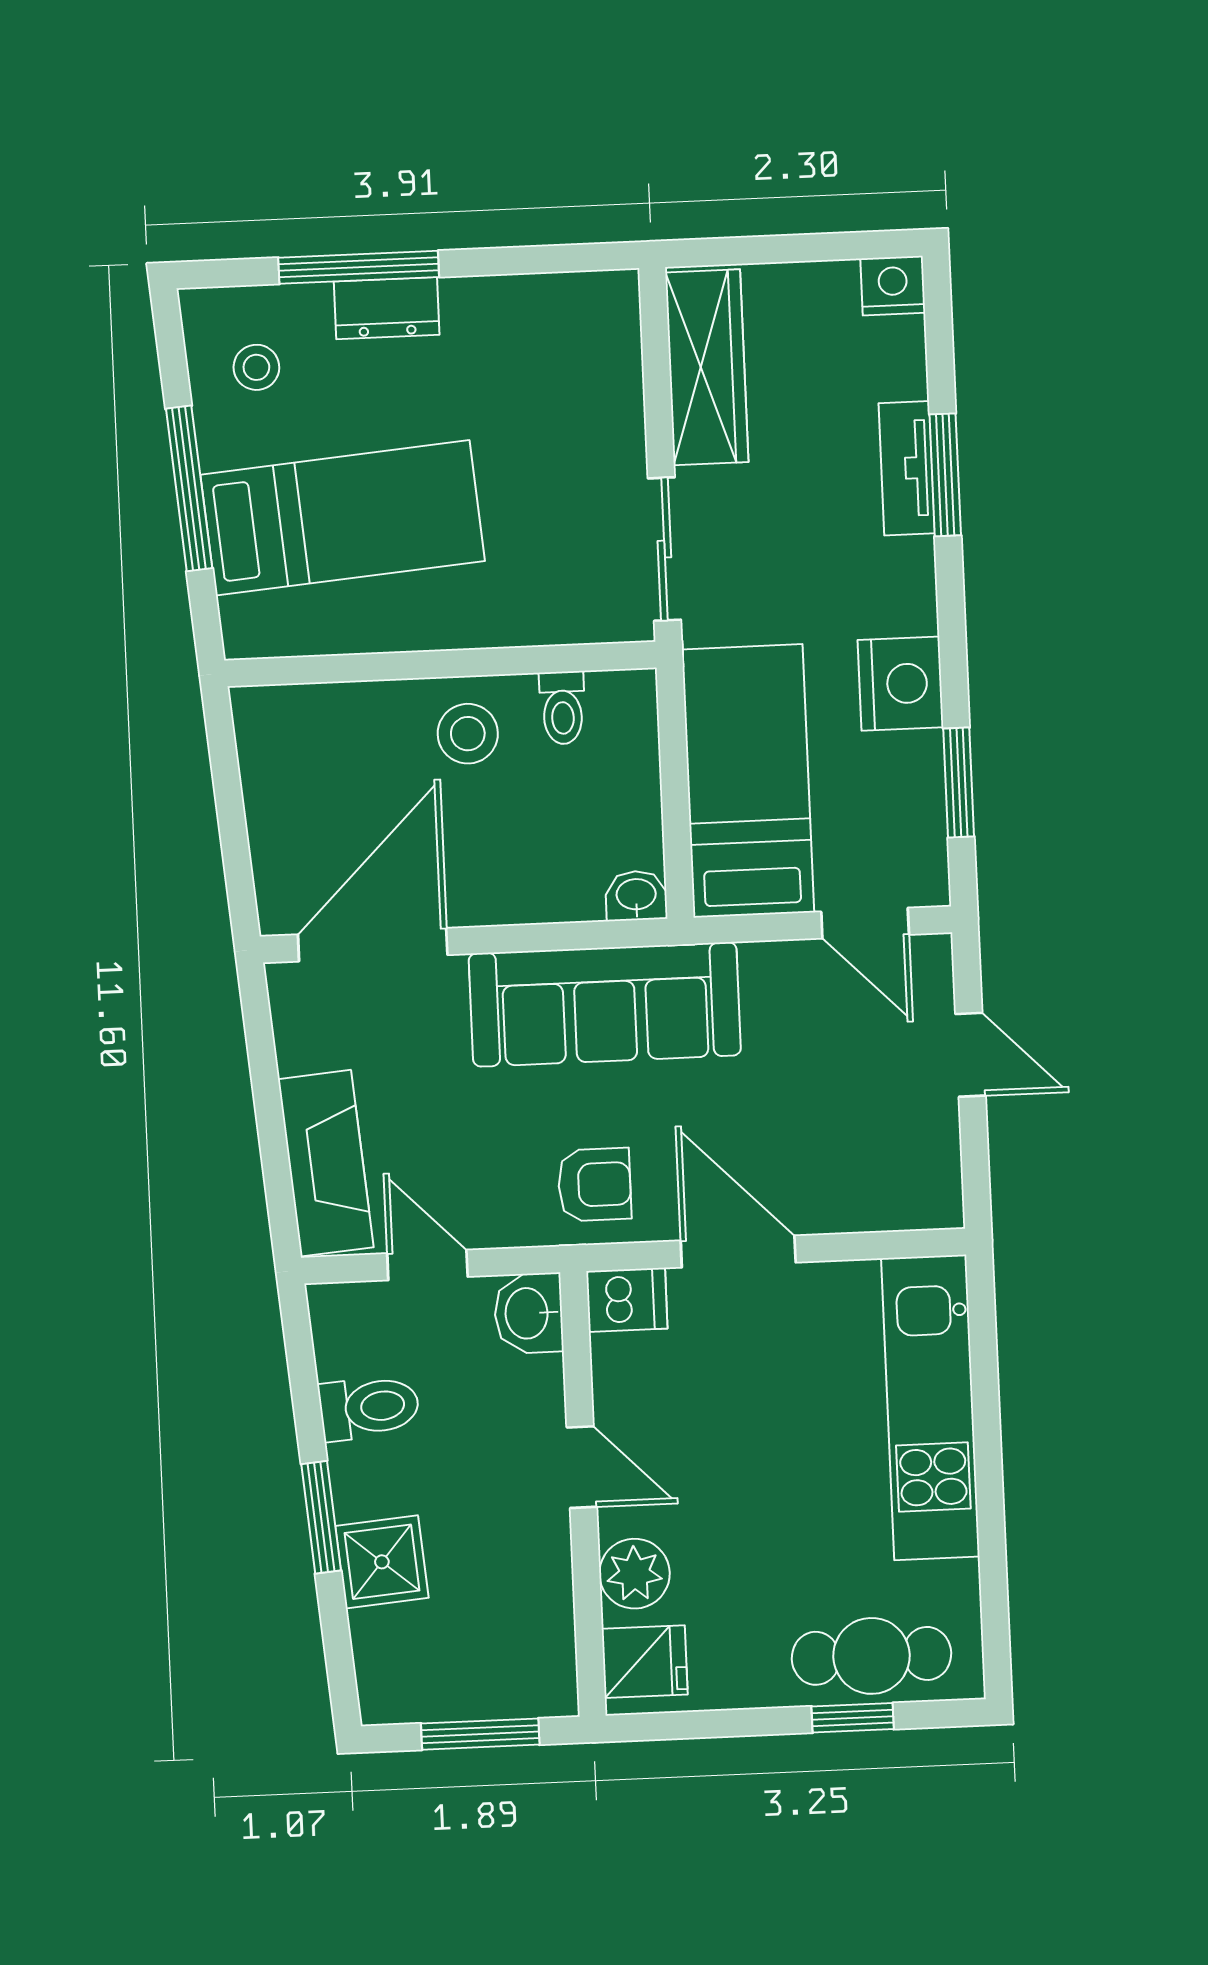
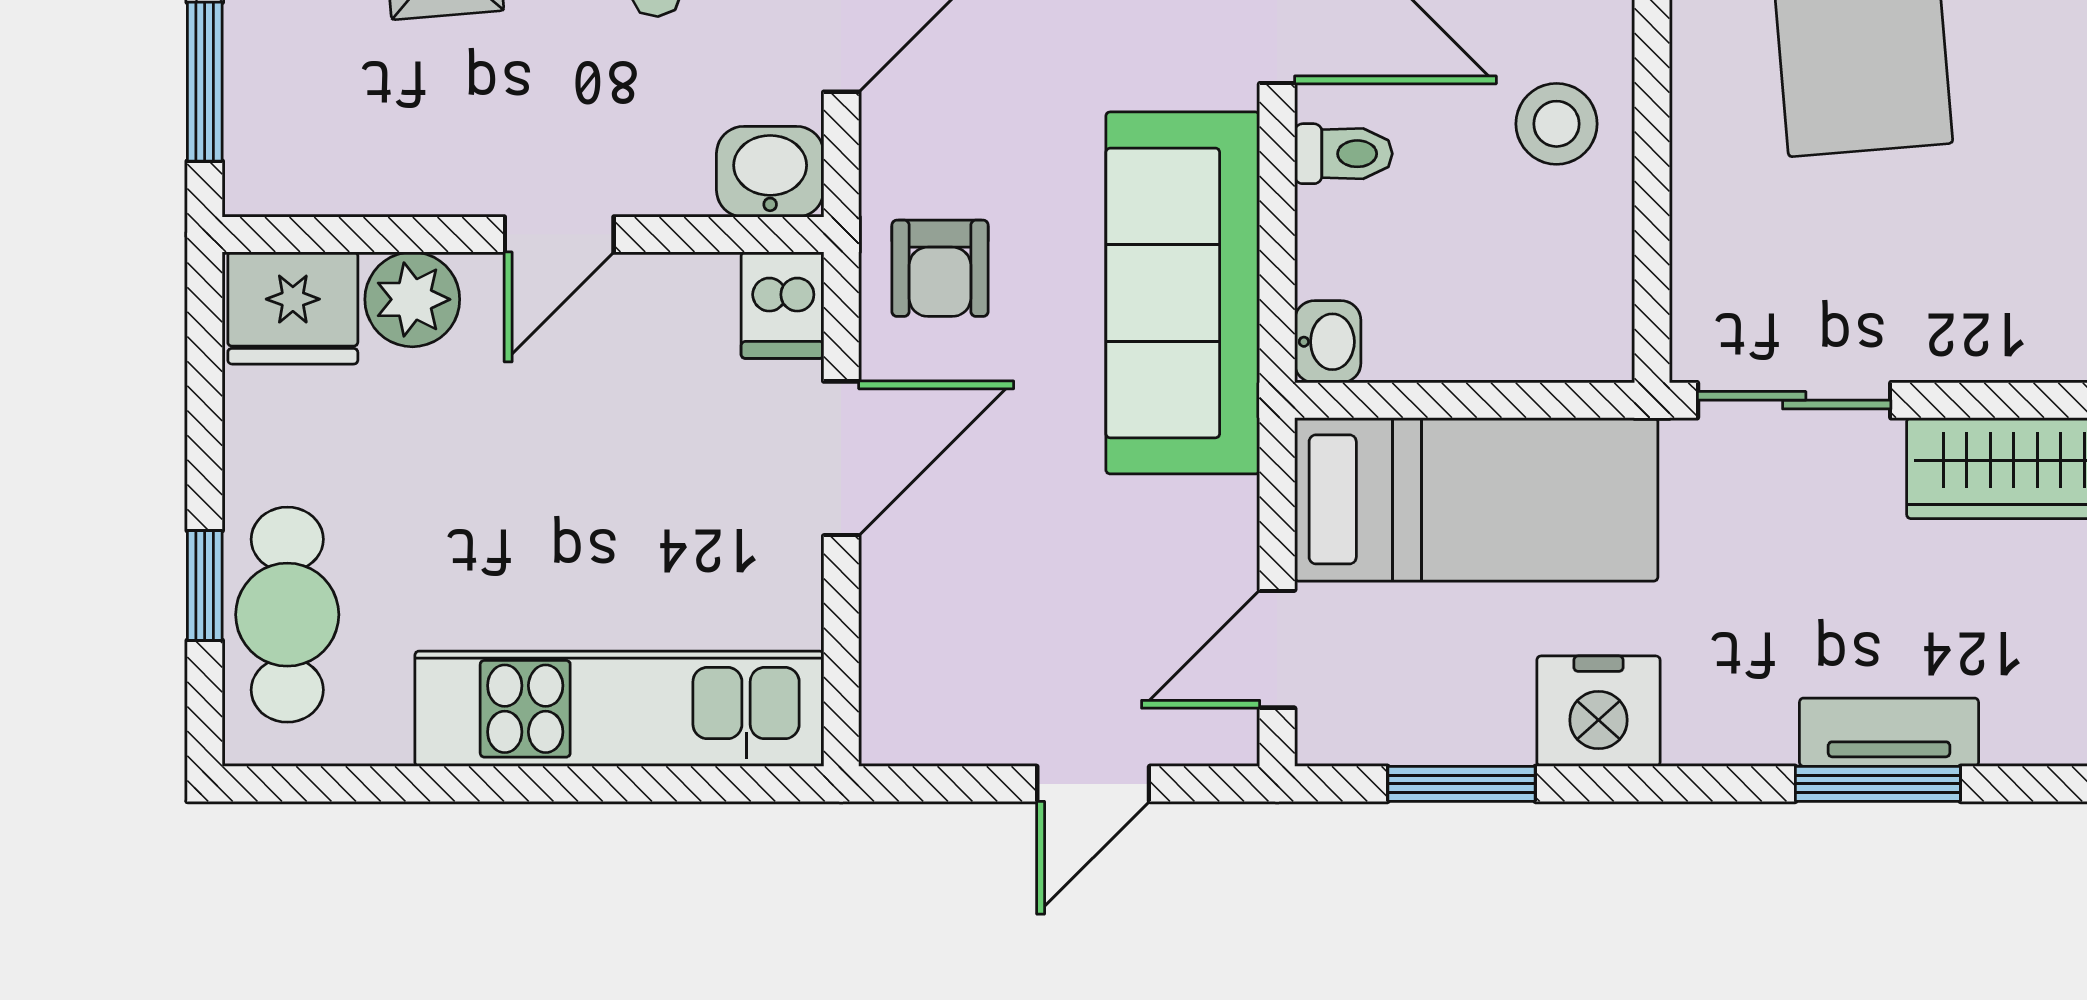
toilet: (563, 708) -> (1343, 154), moved, turned 180
fridge: (645, 1662) -> (293, 308), width x1.38

